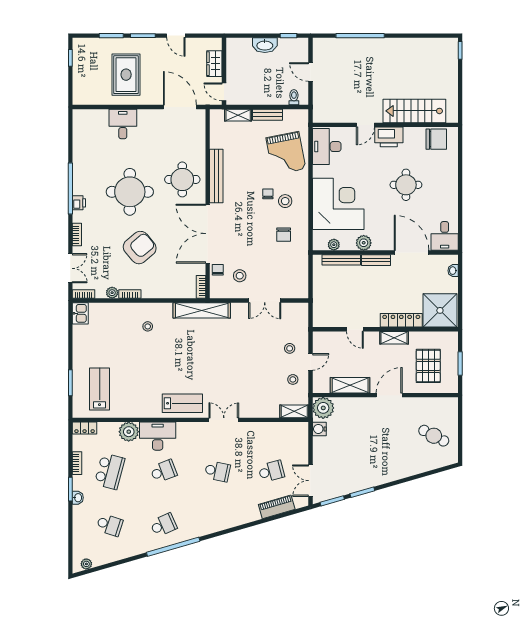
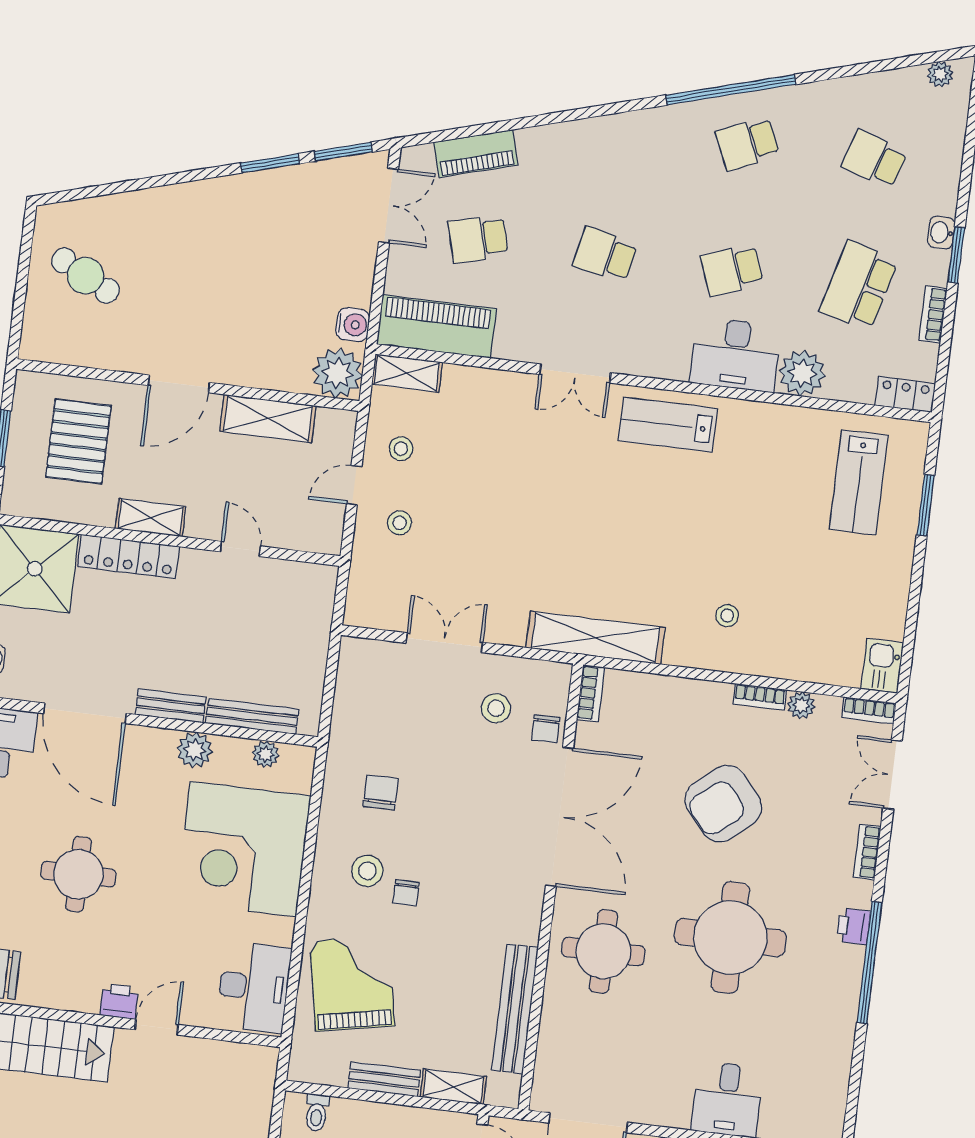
printer: (389, 137) -> (119, 1001), width x0.53, depth x0.68
bench: (216, 176) -> (515, 1009), moved
piano: (284, 432) -> (437, 326), added

